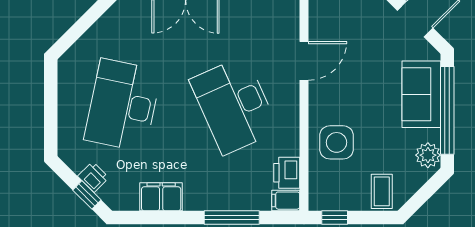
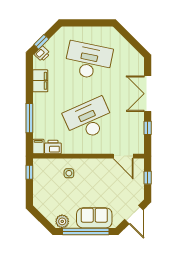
door: (304, 61) -> (123, 156), moved
side table: (337, 142) -> (69, 173), width x0.54, depth x0.54
printer: (93, 177) -> (42, 54), moved
coffee table: (382, 191) -> (43, 197), removed

